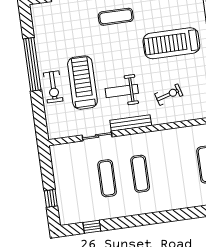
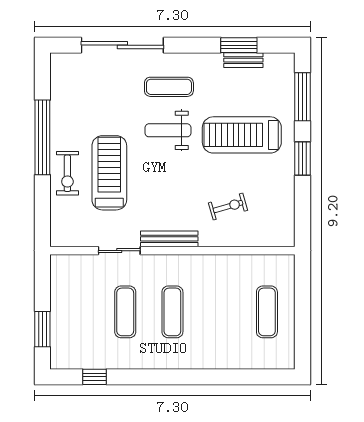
weight bench: (122, 91) -> (168, 130), moved
window: (51, 198) -> (42, 329), width x1.50

